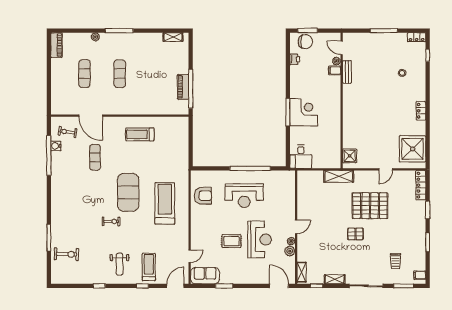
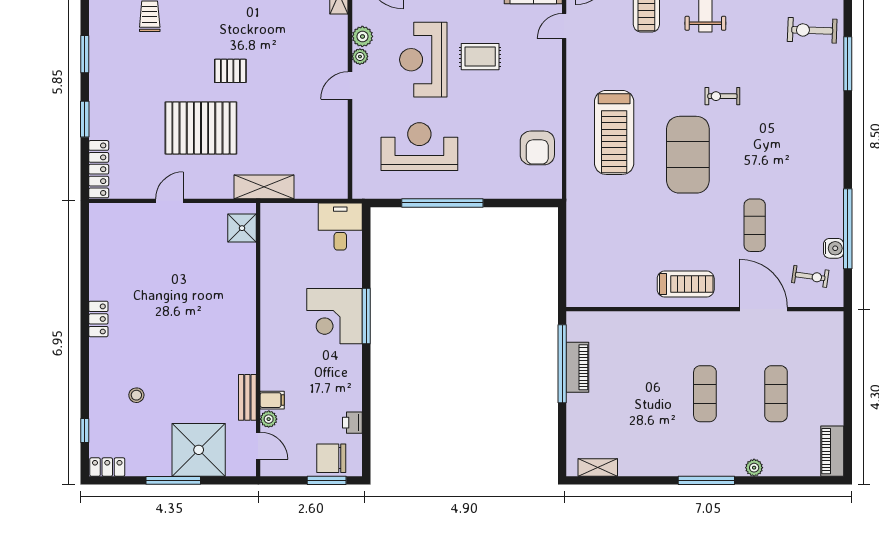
treadmill: (140, 134) -> (686, 284), moved
shower: (413, 149) -> (199, 450), moved
armchair: (203, 196) -> (537, 148), turned -90
reception desk: (244, 196) -> (419, 147), moved

